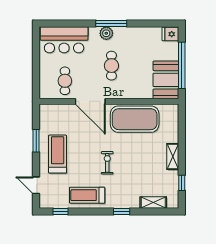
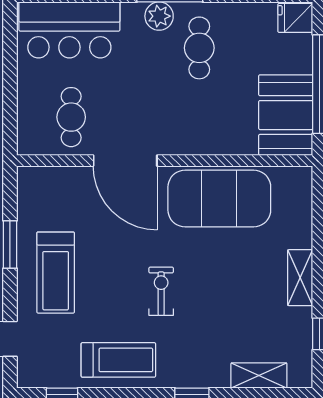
cafe table: (111, 66) -> (199, 48), moved
treadmill: (58, 154) -> (56, 273), turned 180
treadmill: (87, 195) -> (118, 360), turned 180

